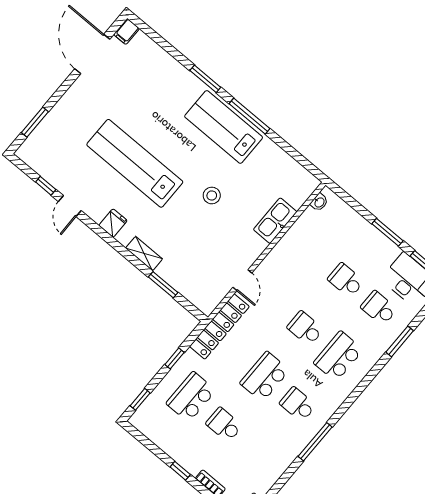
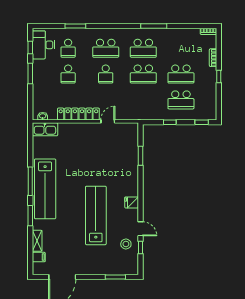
filing cabinet: (127, 31) -> (39, 257), moved
lab bench: (224, 127) -> (45, 189), width x1.36
lab bench: (135, 163) -> (96, 215), turned 180
stool: (212, 195) -> (126, 244), moved
door: (70, 206) -> (140, 229), hinge flipped
kitchen sink: (275, 221) -> (45, 129), moved
shelving: (144, 254) -> (37, 241), moved
locker: (219, 326) -> (78, 114), moved
school desk: (298, 404) -> (143, 48), width x1.85
school desk: (224, 425) -> (181, 74), width x1.85

